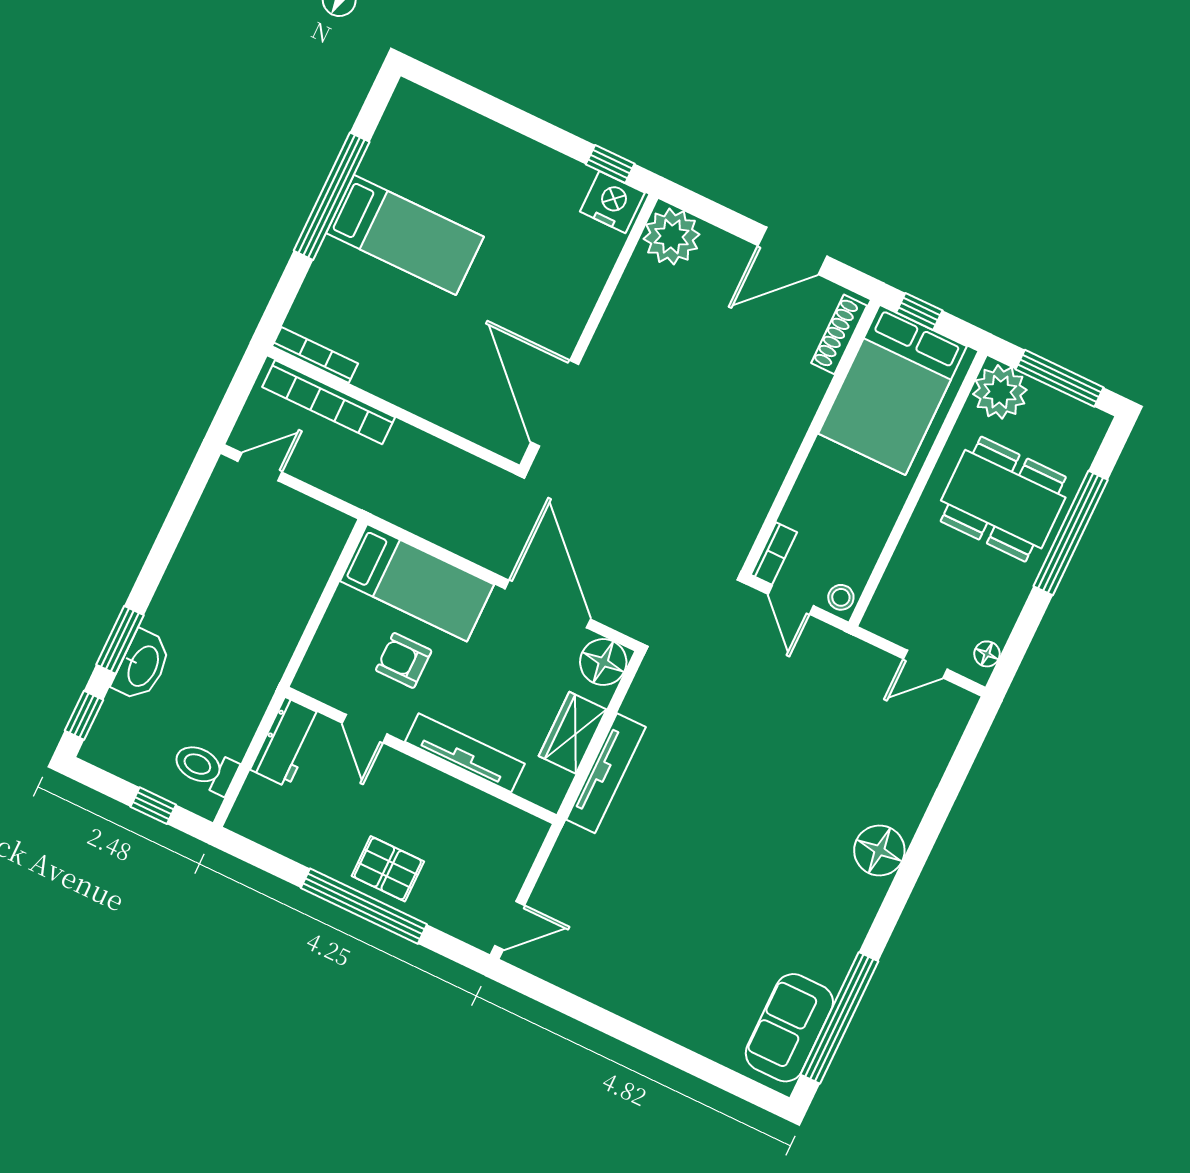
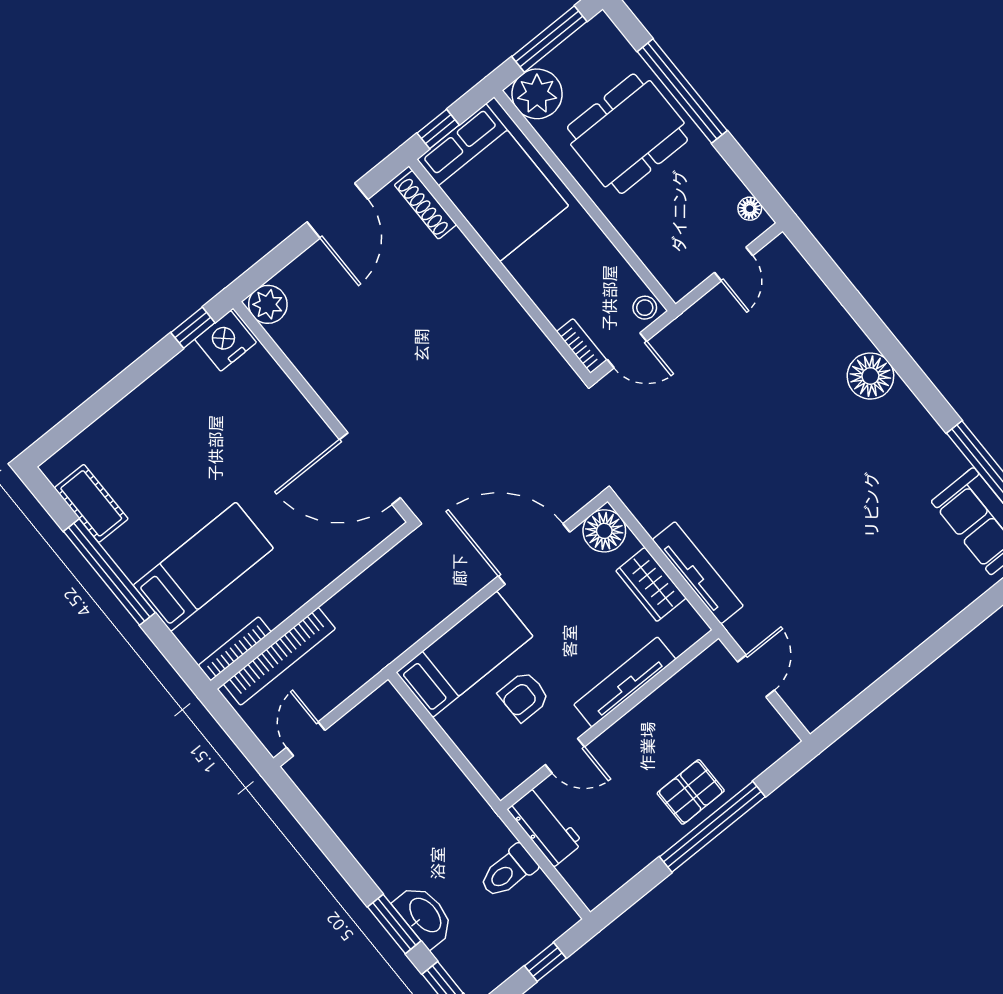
cot: (390, 146) -> (91, 503), added
bed: (405, 235) -> (203, 567), moved
plant: (672, 237) -> (268, 304), width x0.73, depth x0.73
toilet: (205, 768) -> (508, 872), moved
door: (510, 925) -> (756, 676), moved

